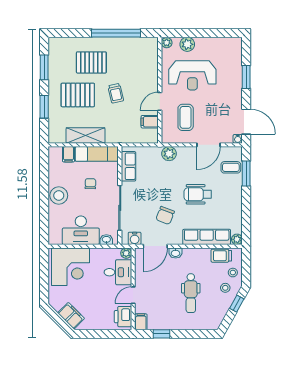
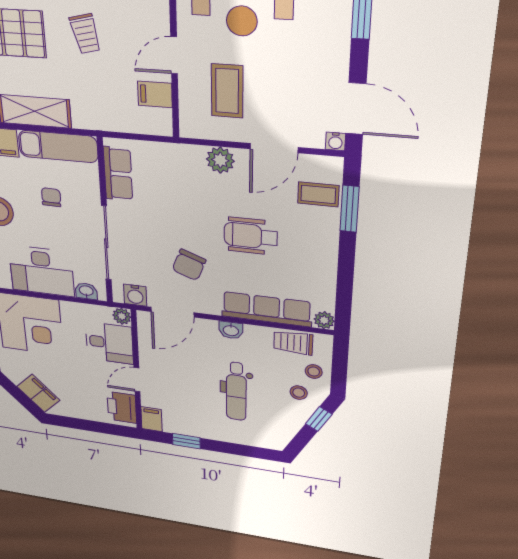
plant: (169, 154) -> (220, 160), moved
washbasin: (176, 253) -> (231, 330), moved

